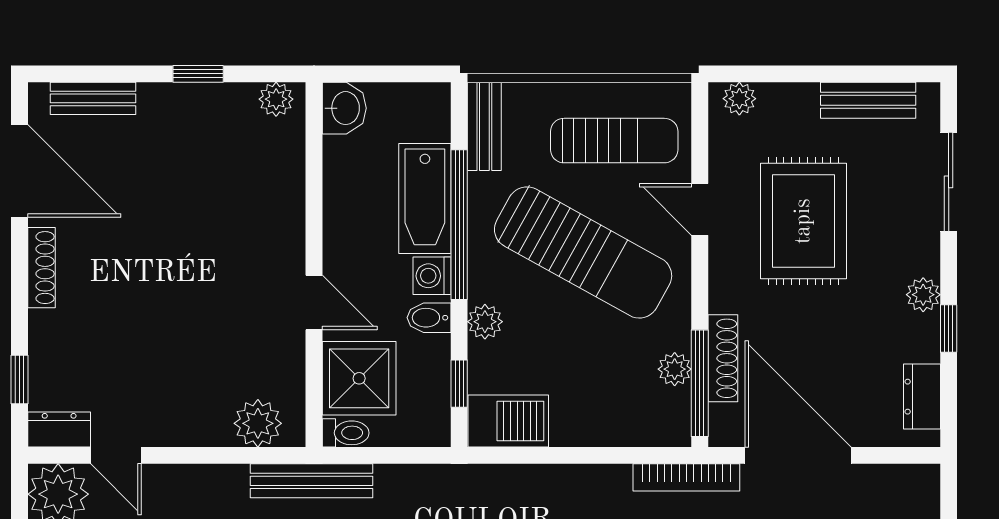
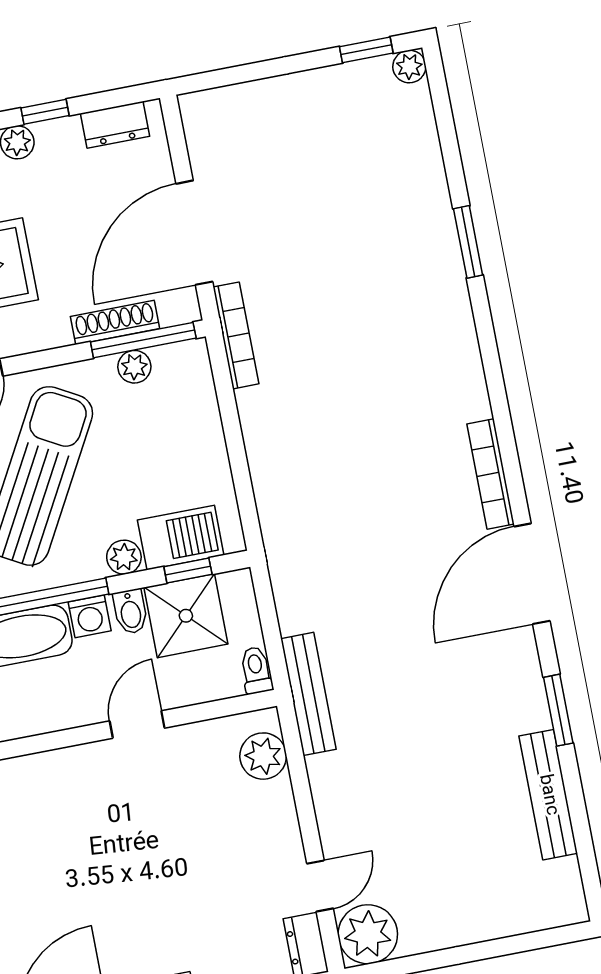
shower: (359, 378) -> (186, 616), moved
barbecue: (508, 421) -> (181, 538), moved, turned 90

